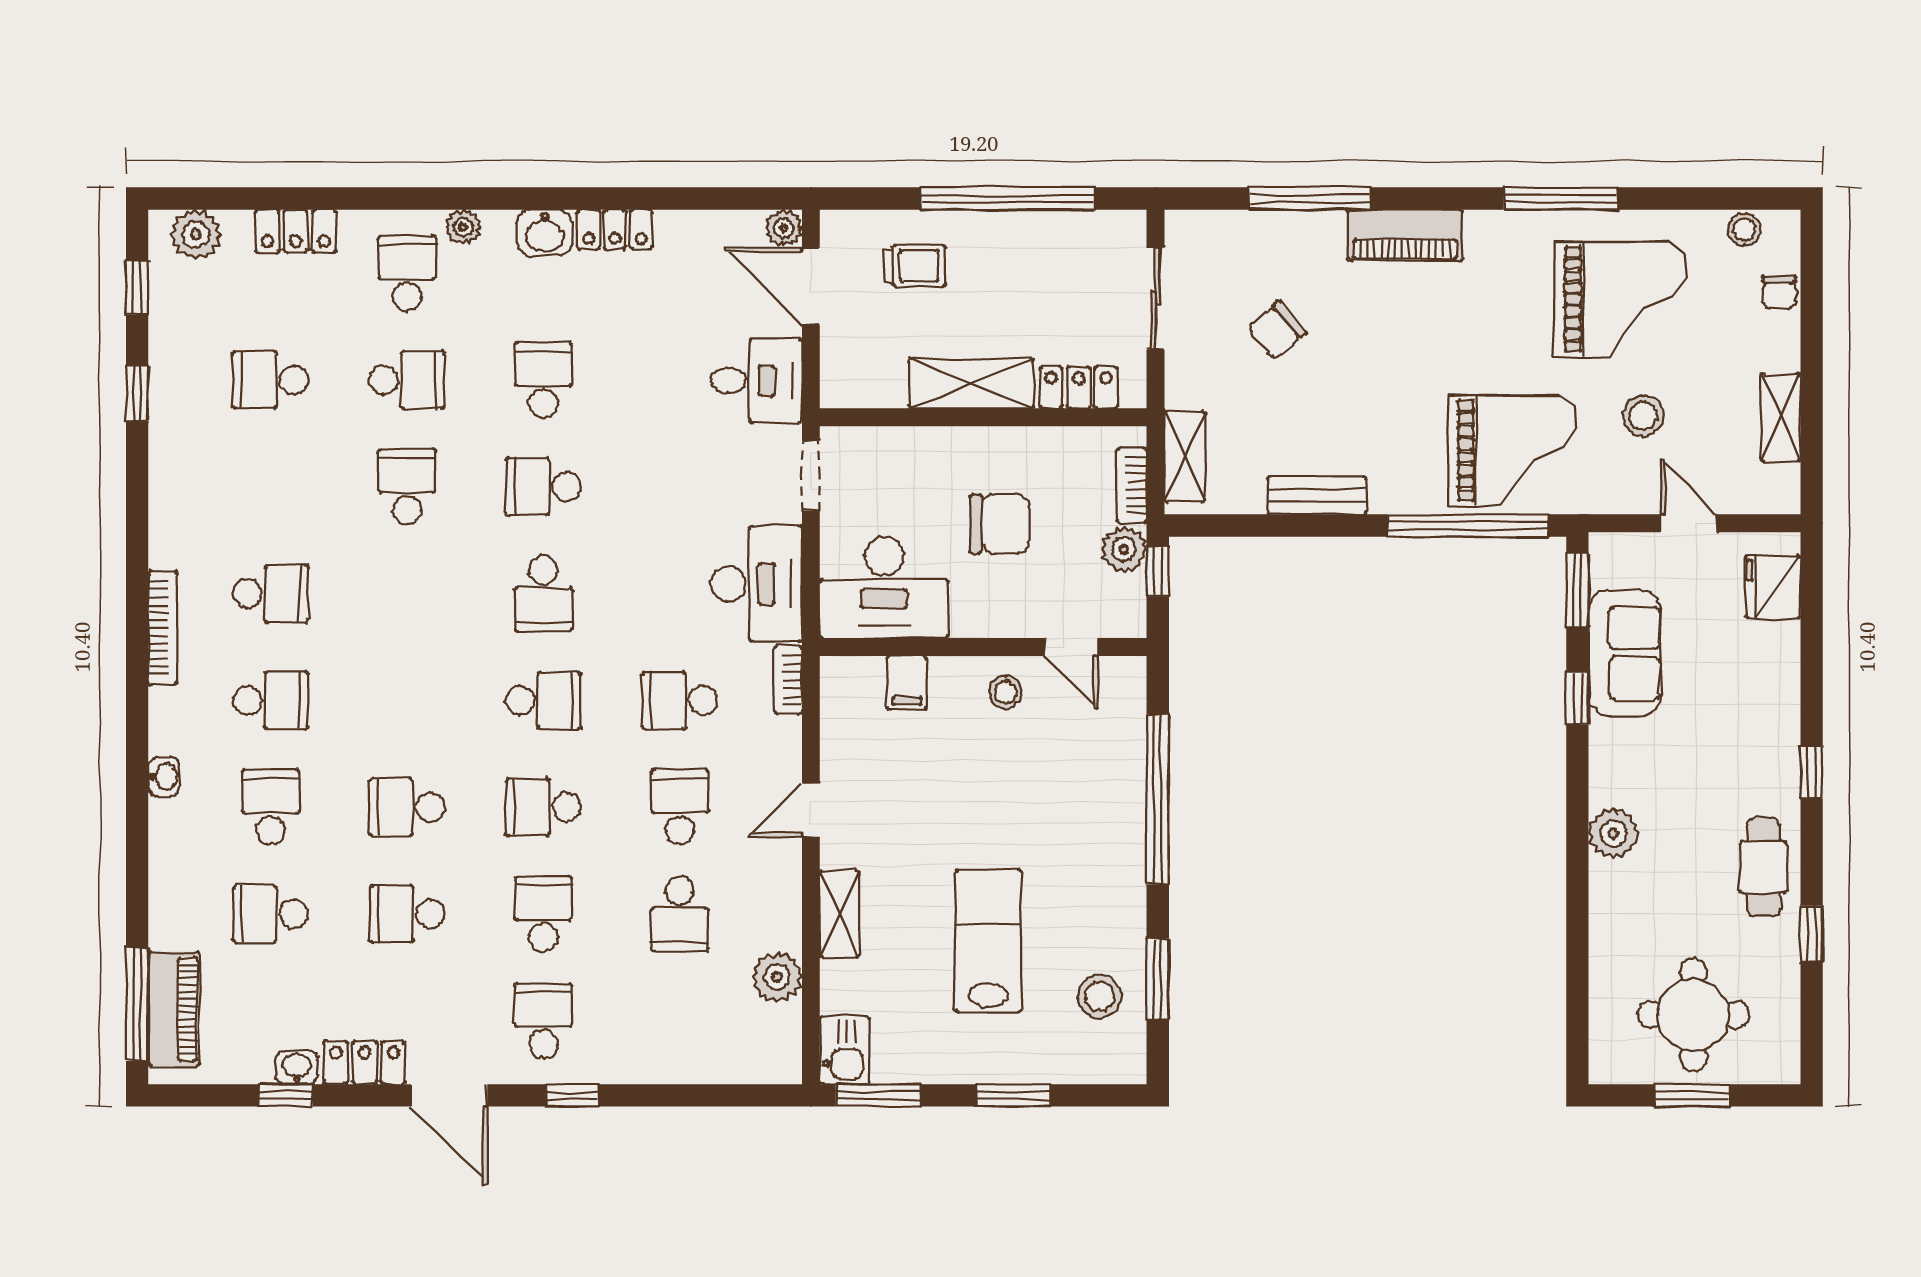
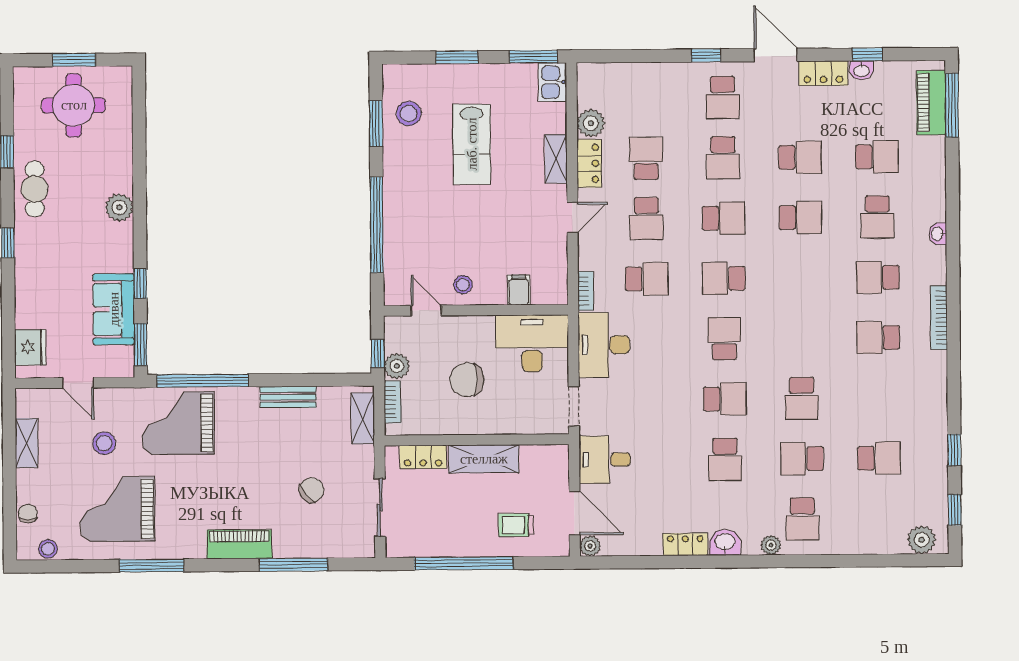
locker: (296, 231) -> (589, 163), moved, turned 90

